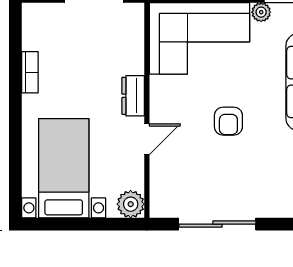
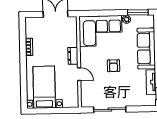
door: (147, 139) -> (79, 74), hinge flipped
plant: (131, 204) -> (73, 102), removed

